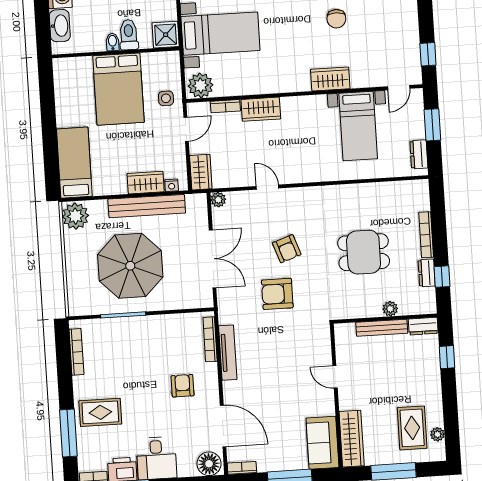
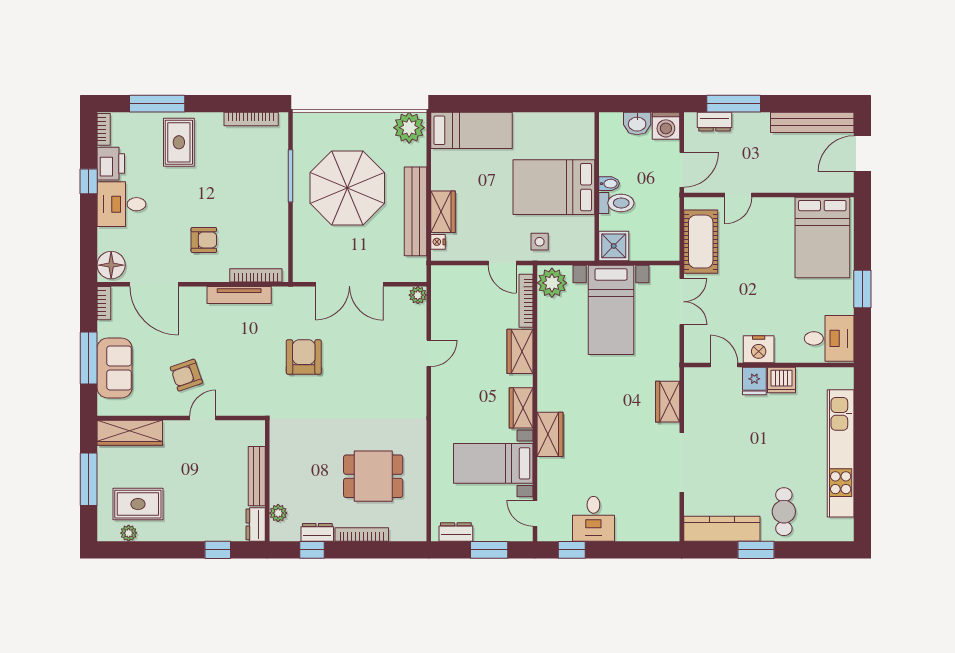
chair: (336, 19) -> (620, 446), removed
washbasin: (60, 26) -> (637, 123), width x0.72
desk: (400, 37) -> (593, 519), added
bookcase: (225, 106) -> (526, 301), width x1.56
wardrobe: (201, 172) -> (521, 408), moved, turned 90
armchair: (287, 249) -> (186, 375), moved
dining table: (364, 252) -> (373, 476), moved, turned 90
plant: (390, 309) -> (278, 513), moved
door: (223, 426) -> (154, 284), hinge flipped
sofa: (322, 443) -> (115, 368), moved, turned 90

